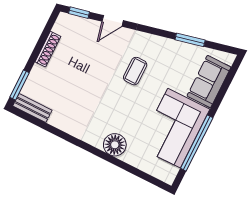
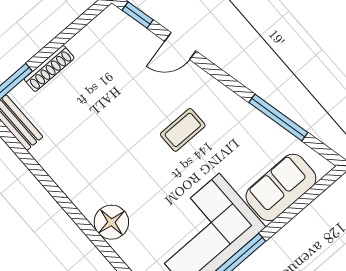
window: (190, 40) -> (278, 118), width x1.44
shoe rack: (48, 49) -> (49, 69), moved

